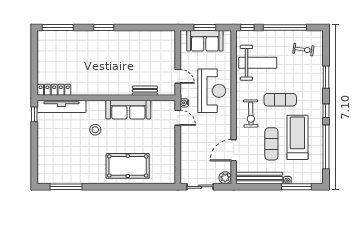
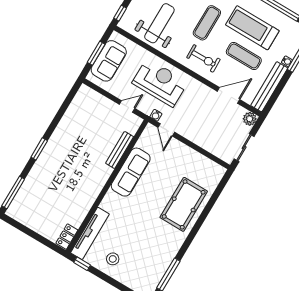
locker: (54, 90) -> (67, 237), width x0.66
bench: (145, 91) -> (120, 150), width x1.36
door: (178, 118) -> (166, 130), swing flipped
stool: (95, 130) -> (113, 259), moved
door: (234, 150) -> (228, 95), swing flipped

